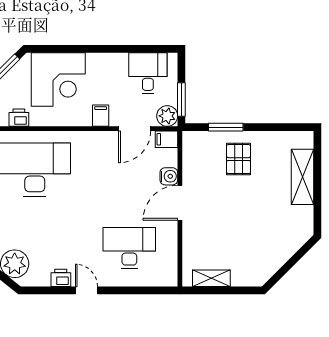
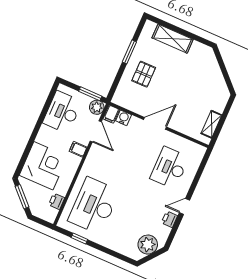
desk: (148, 73) -> (62, 112), width x1.37
window: (226, 127) -> (129, 52), moved
pallet: (239, 159) -> (144, 74), turned 90
water cooler: (169, 176) -> (124, 118), moved
door: (180, 203) -> (155, 123), swing flipped

